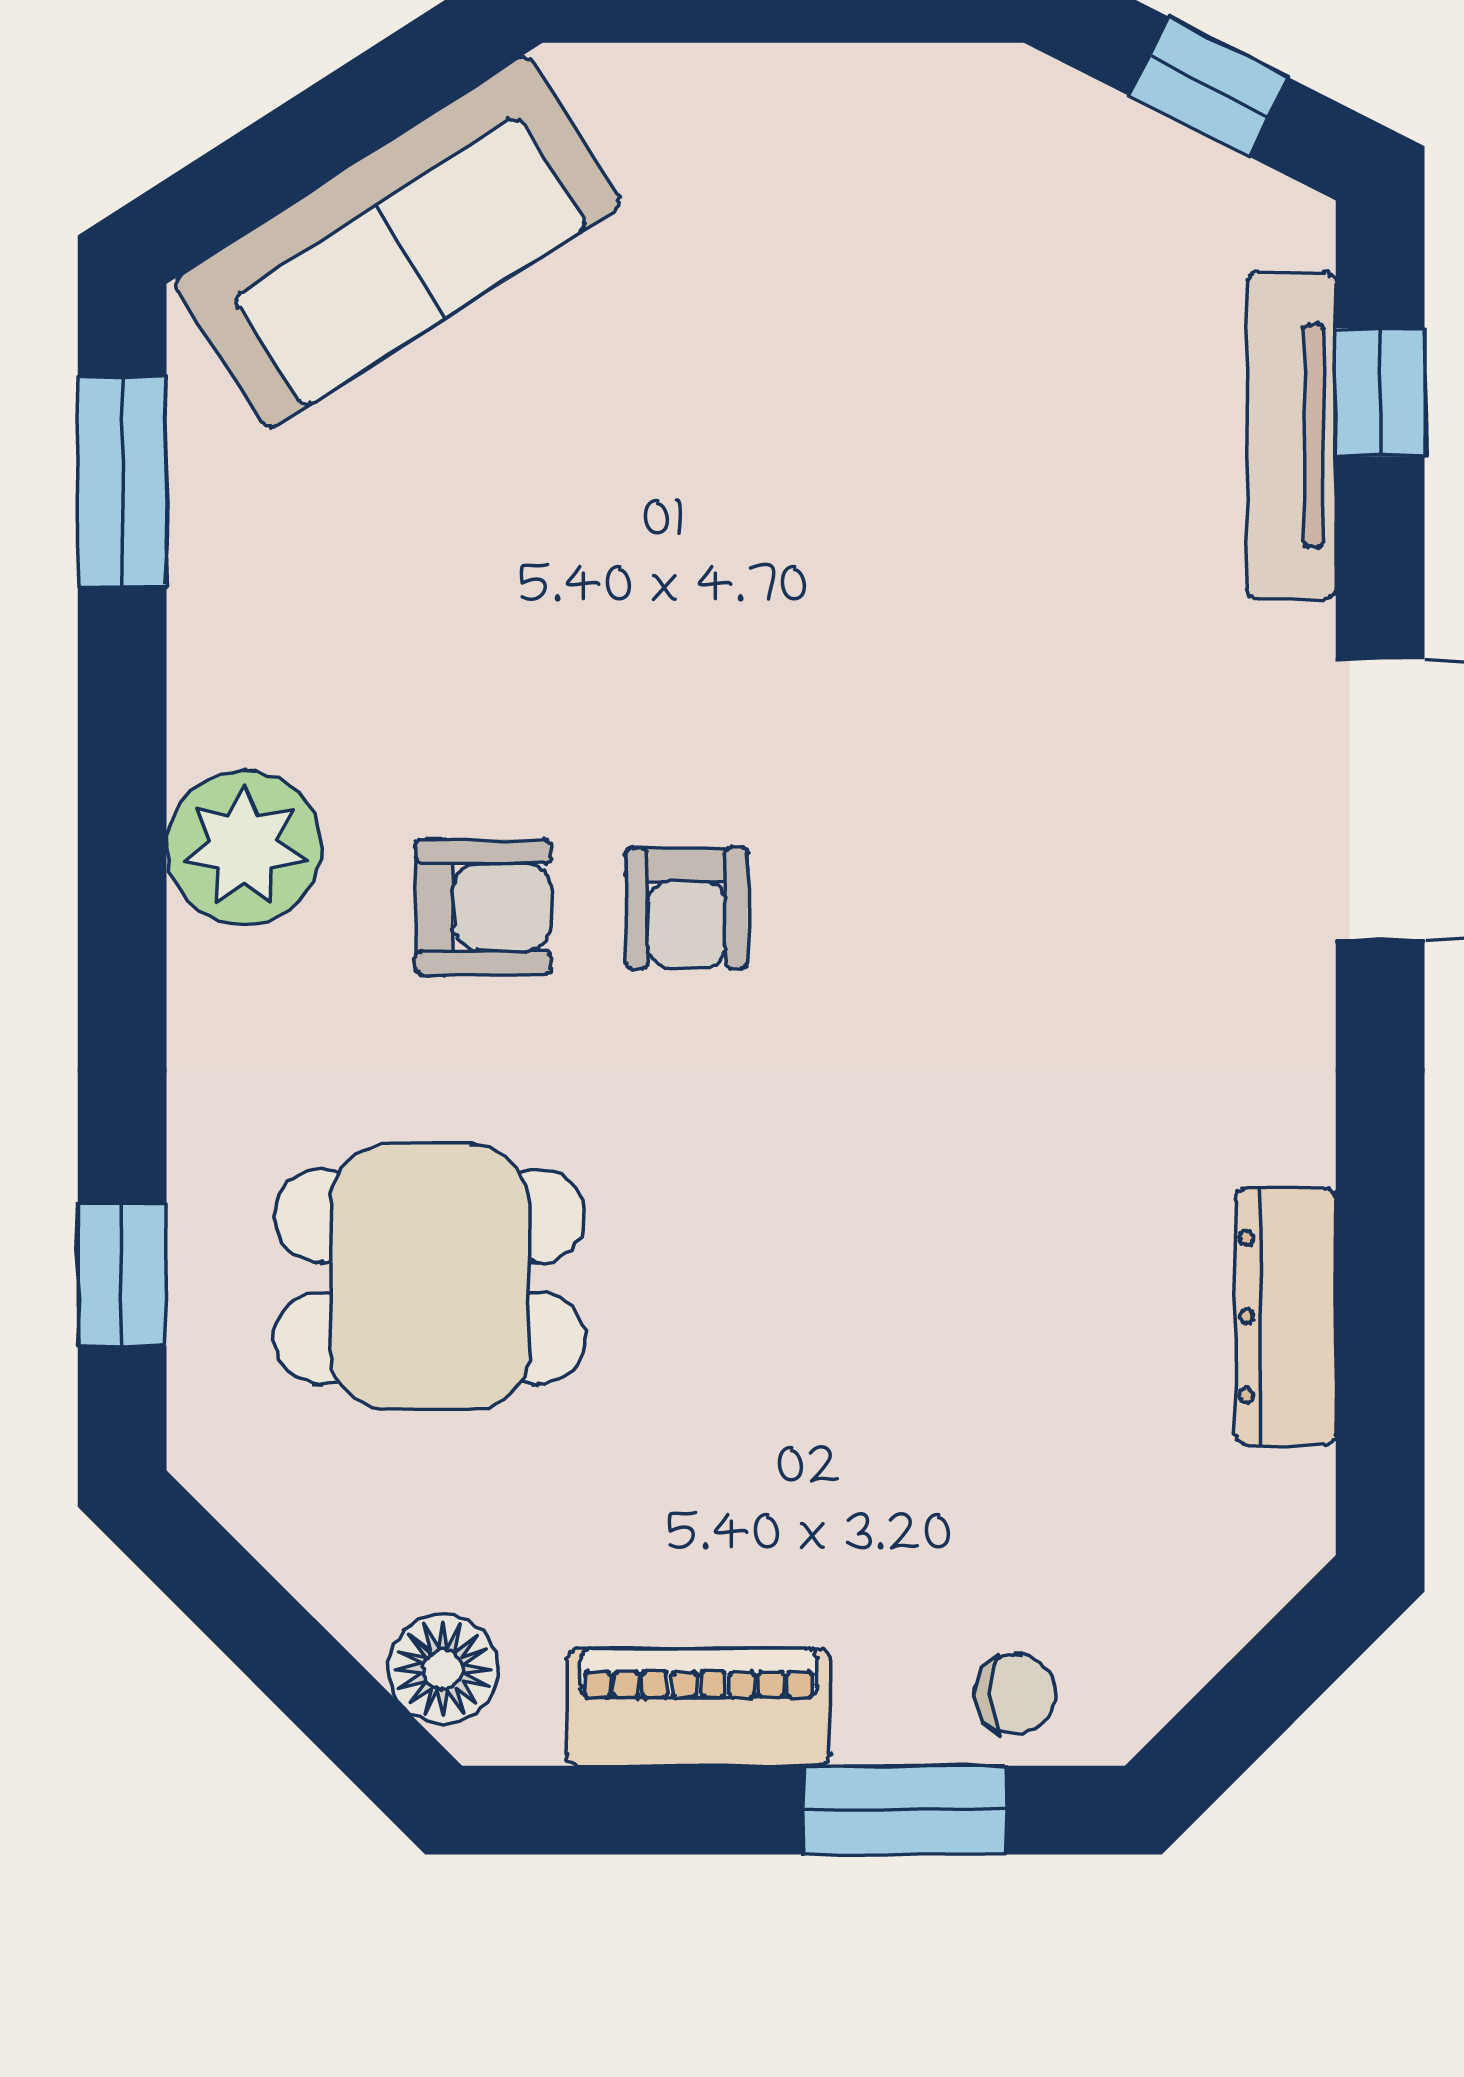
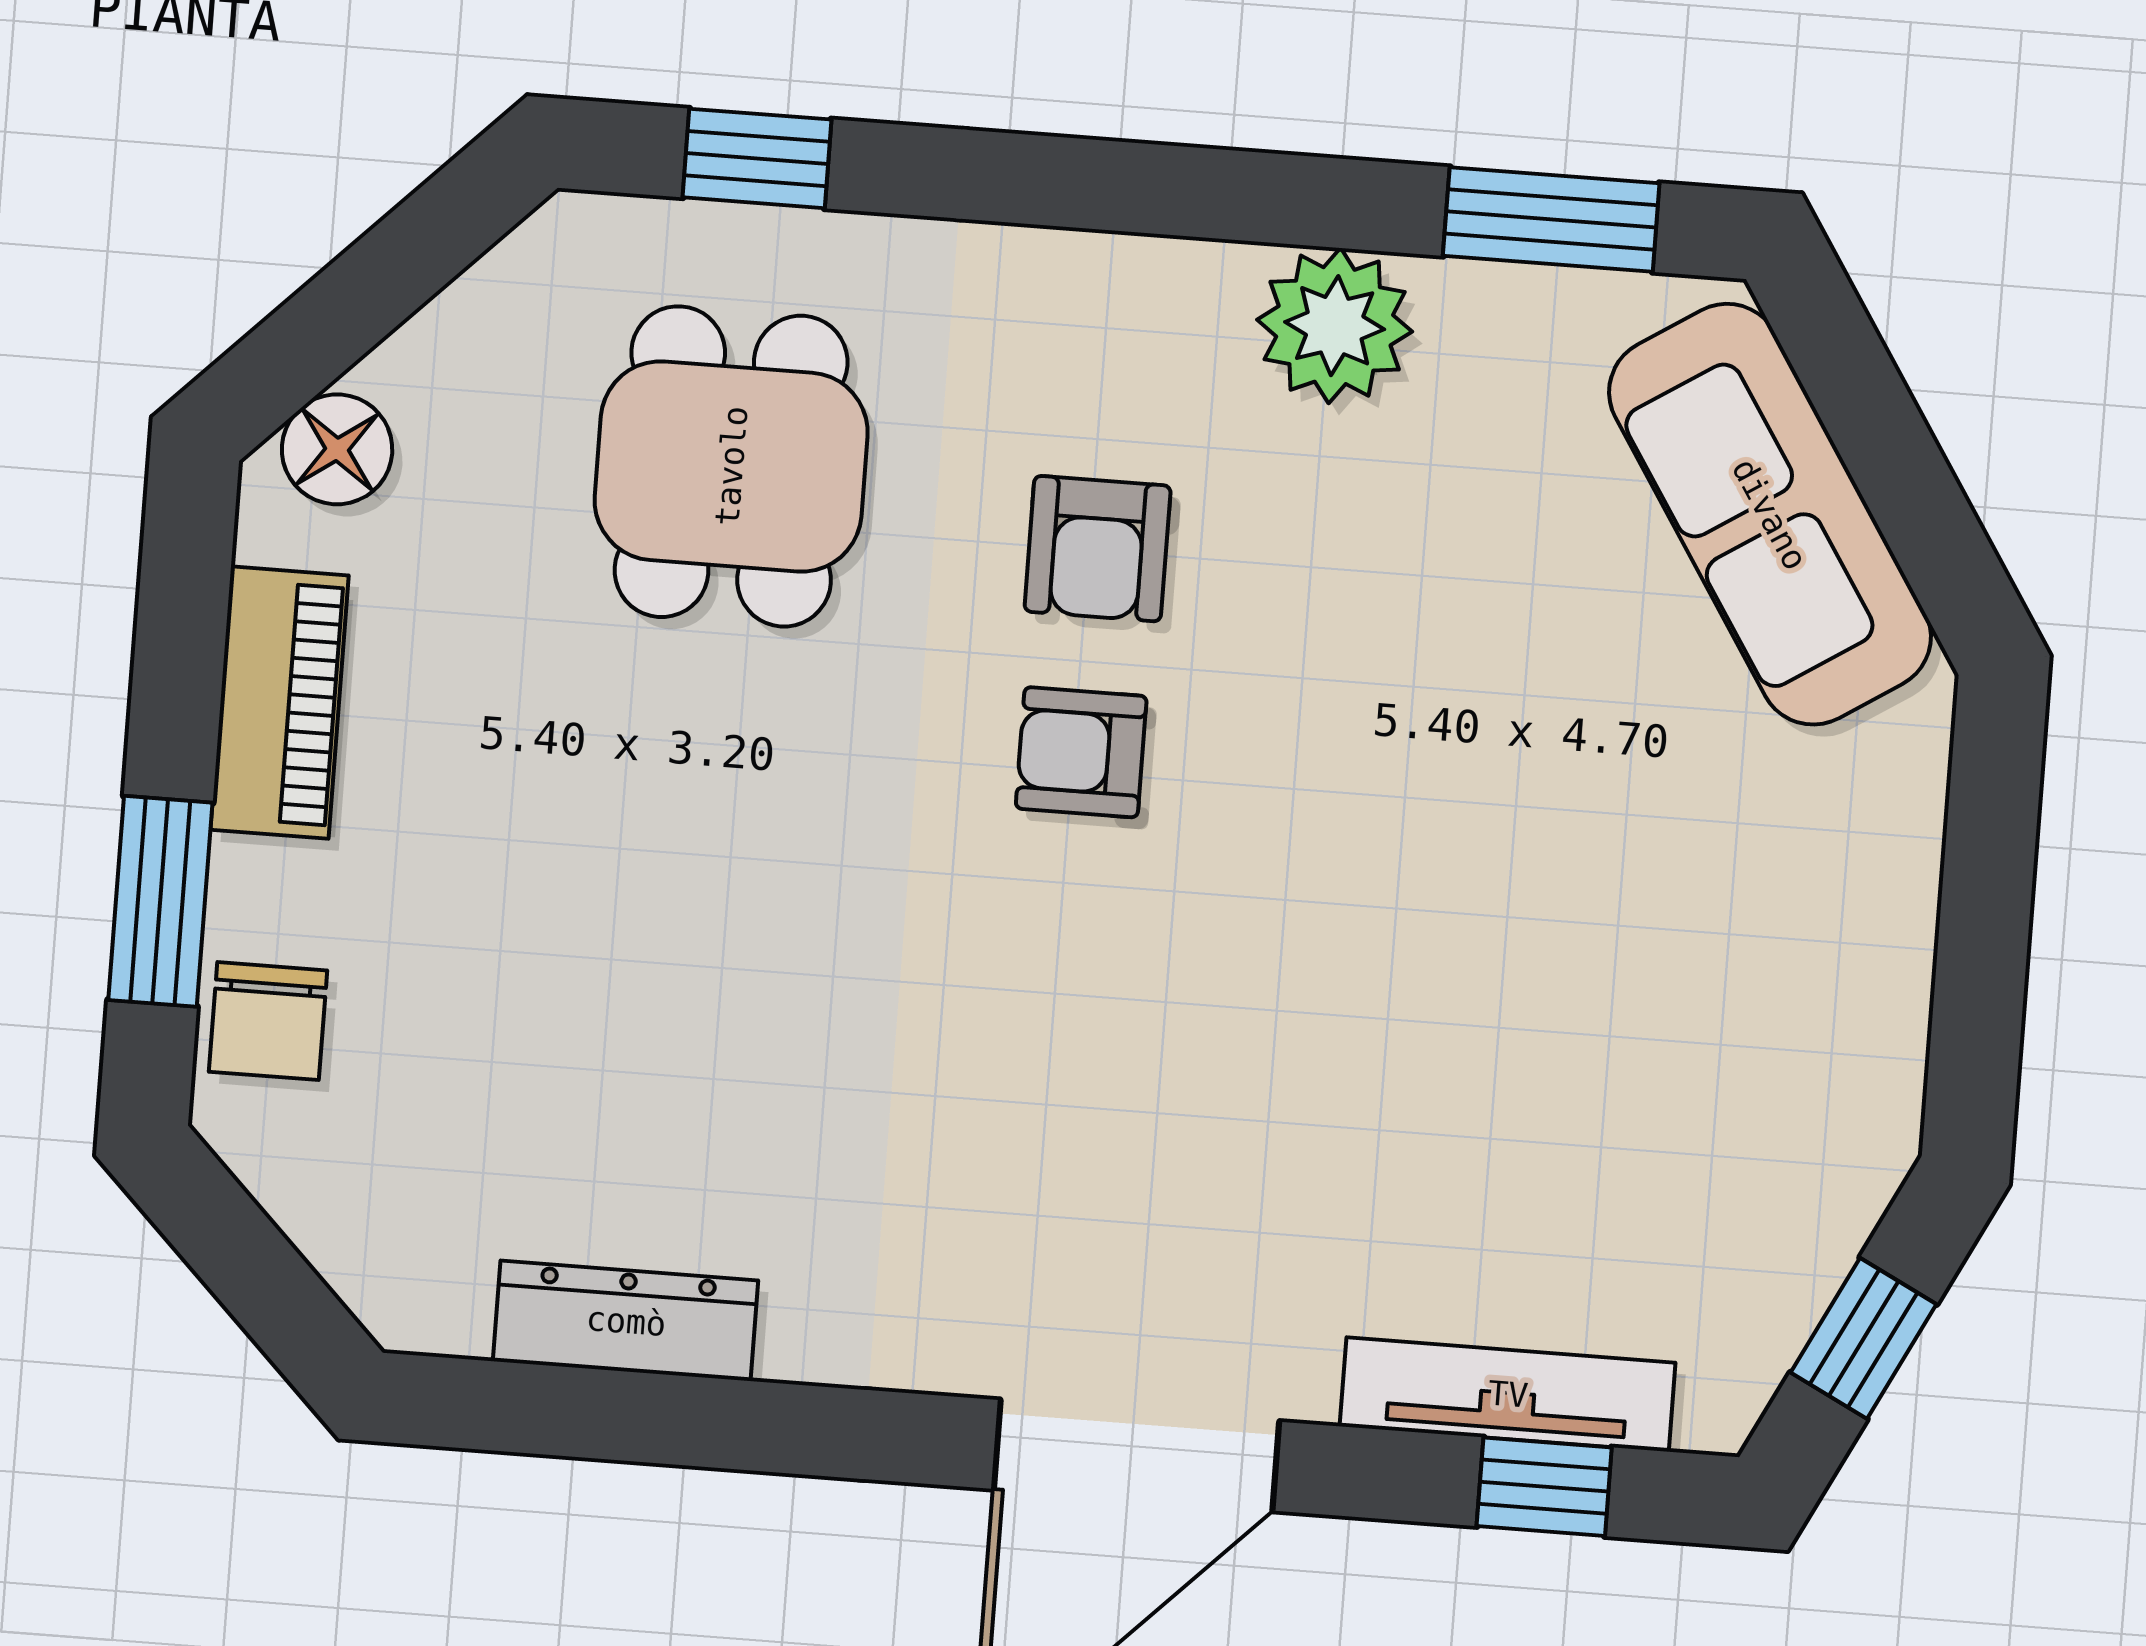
plant: (244, 847) -> (1335, 326), moved
chair: (1016, 1694) -> (268, 1021), width x1.37, depth x1.37

